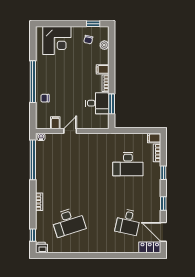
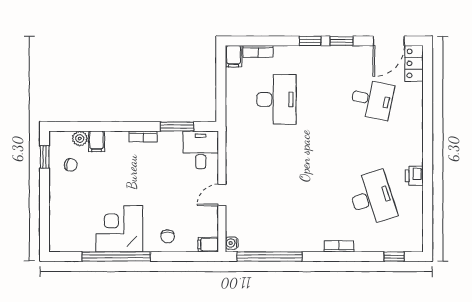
corner desk: (57, 41) -> (119, 229), moved, turned -90
filing cabinet: (103, 69) -> (97, 141), moved
window: (33, 82) -> (116, 257), moved
desk: (97, 103) -> (201, 150), moved
filing cabinet: (55, 123) -> (208, 245), moved
door: (70, 131) -> (222, 195), hinge flipped
window: (163, 173) -> (310, 41), moved
printer: (41, 247) -> (414, 176), moved

